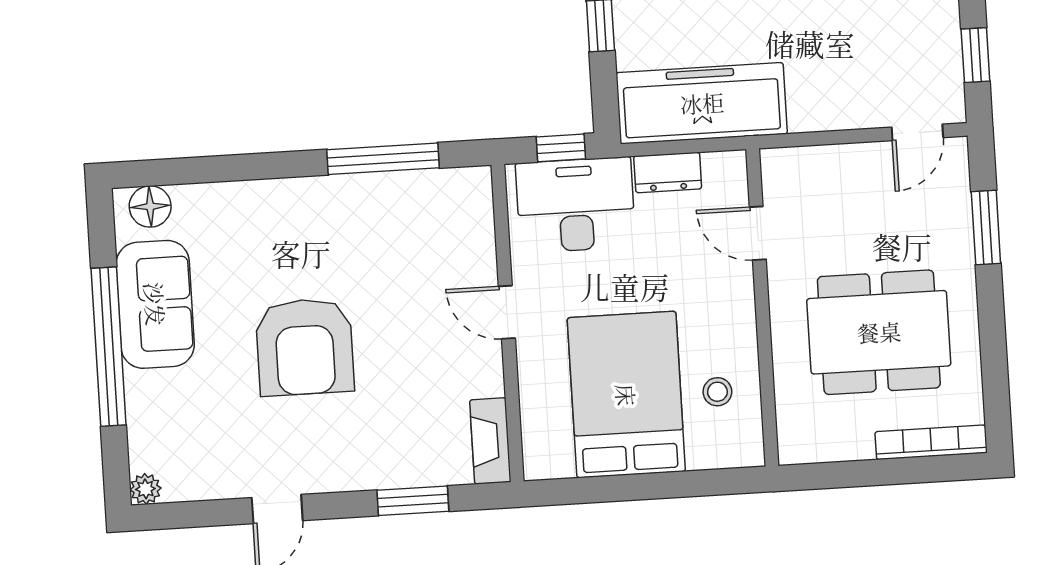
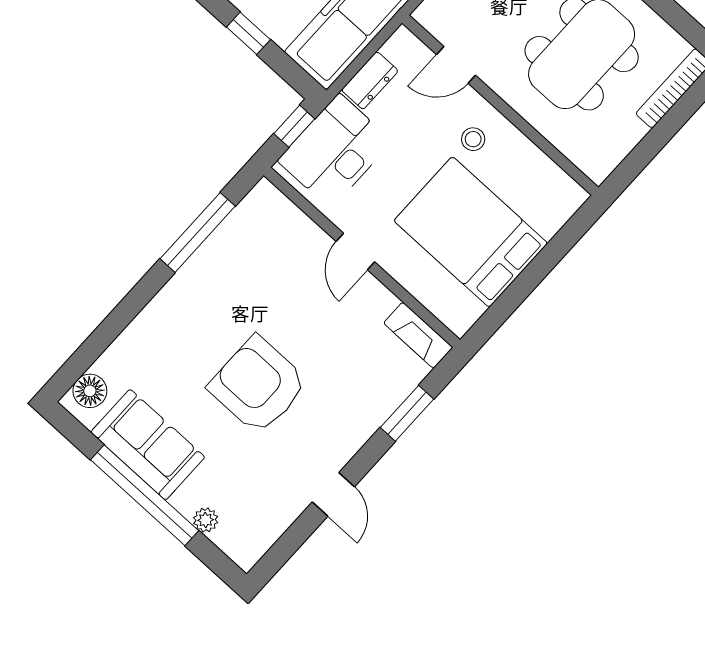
door: (507, 312) -> (355, 252), hinge flipped
armchair: (305, 347) -> (258, 385), turned 180
stool: (717, 392) -> (473, 139), moved
plant: (145, 489) -> (206, 520), moved

